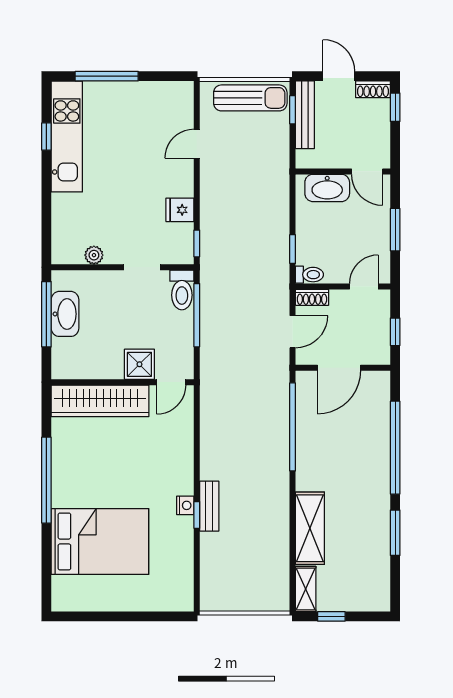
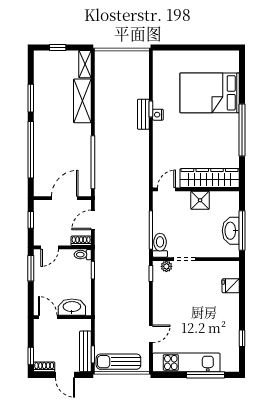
kitchen unit: (67, 136) -> (186, 362), moved, turned 90
fridge: (180, 210) -> (231, 286), moved, turned 180
window: (395, 230) -> (31, 268), moved
plant: (94, 255) -> (166, 266), moved
shower: (139, 364) -> (200, 200), moved
window: (331, 616) -> (58, 47), moved

